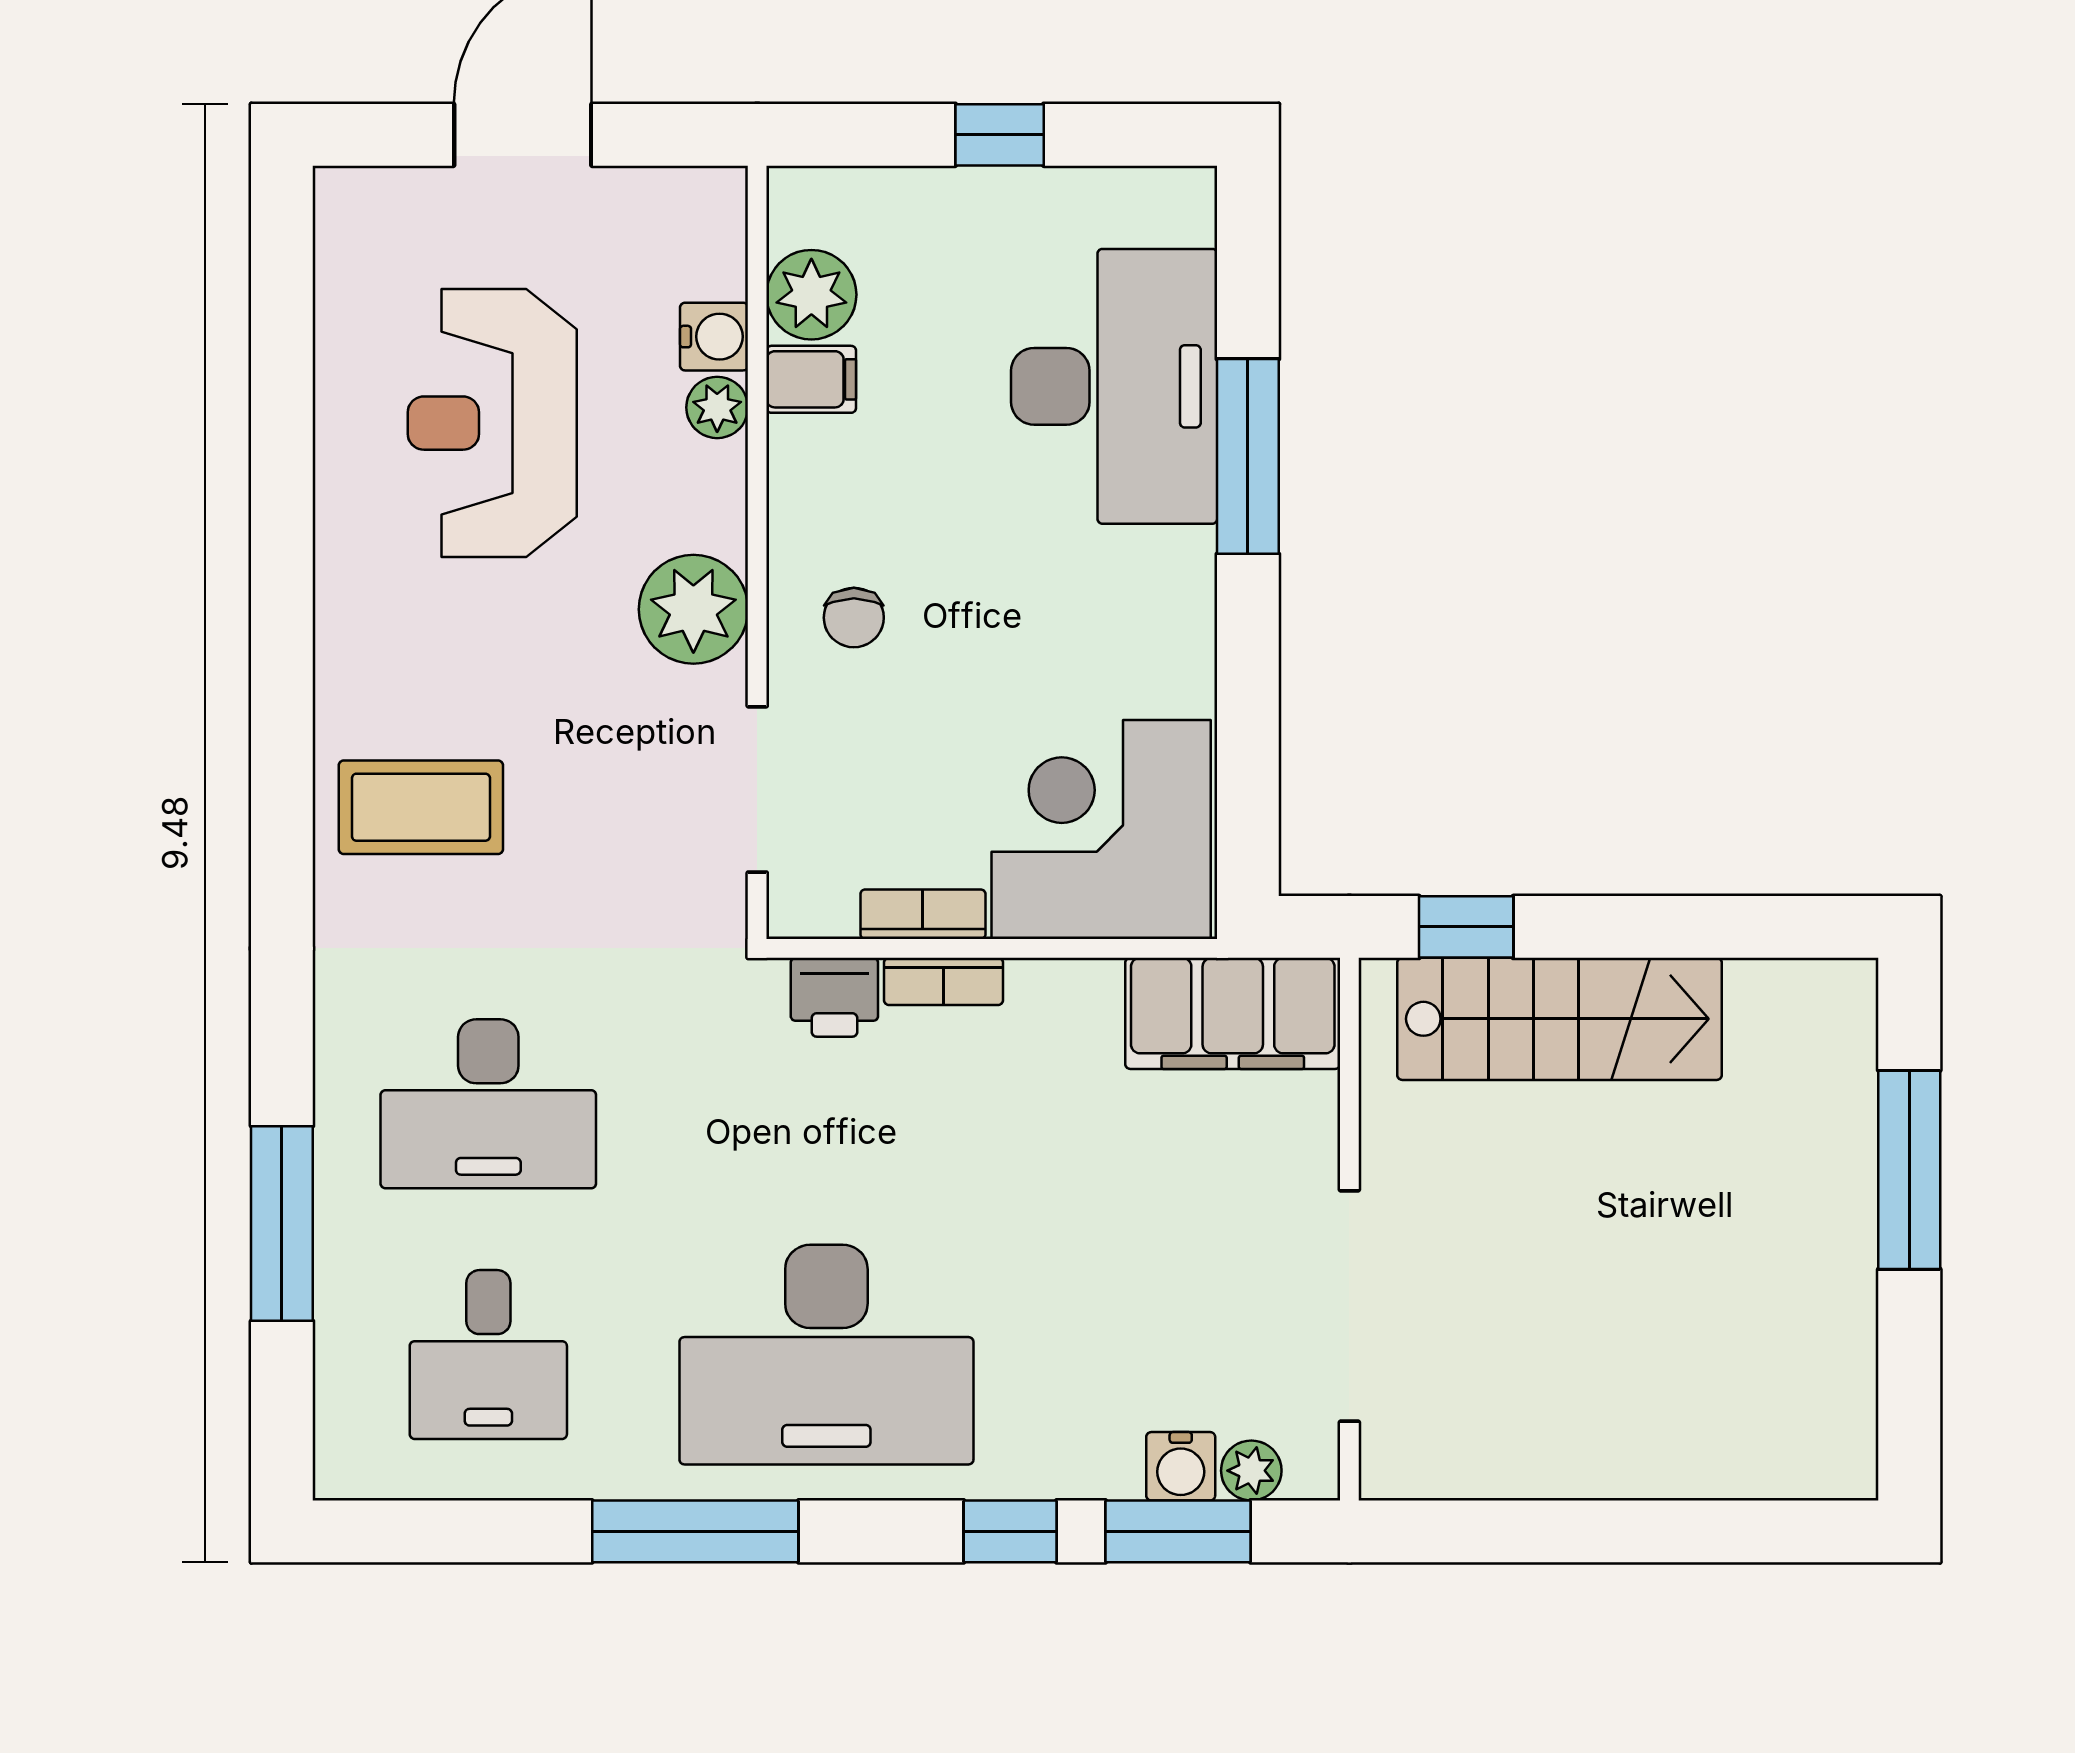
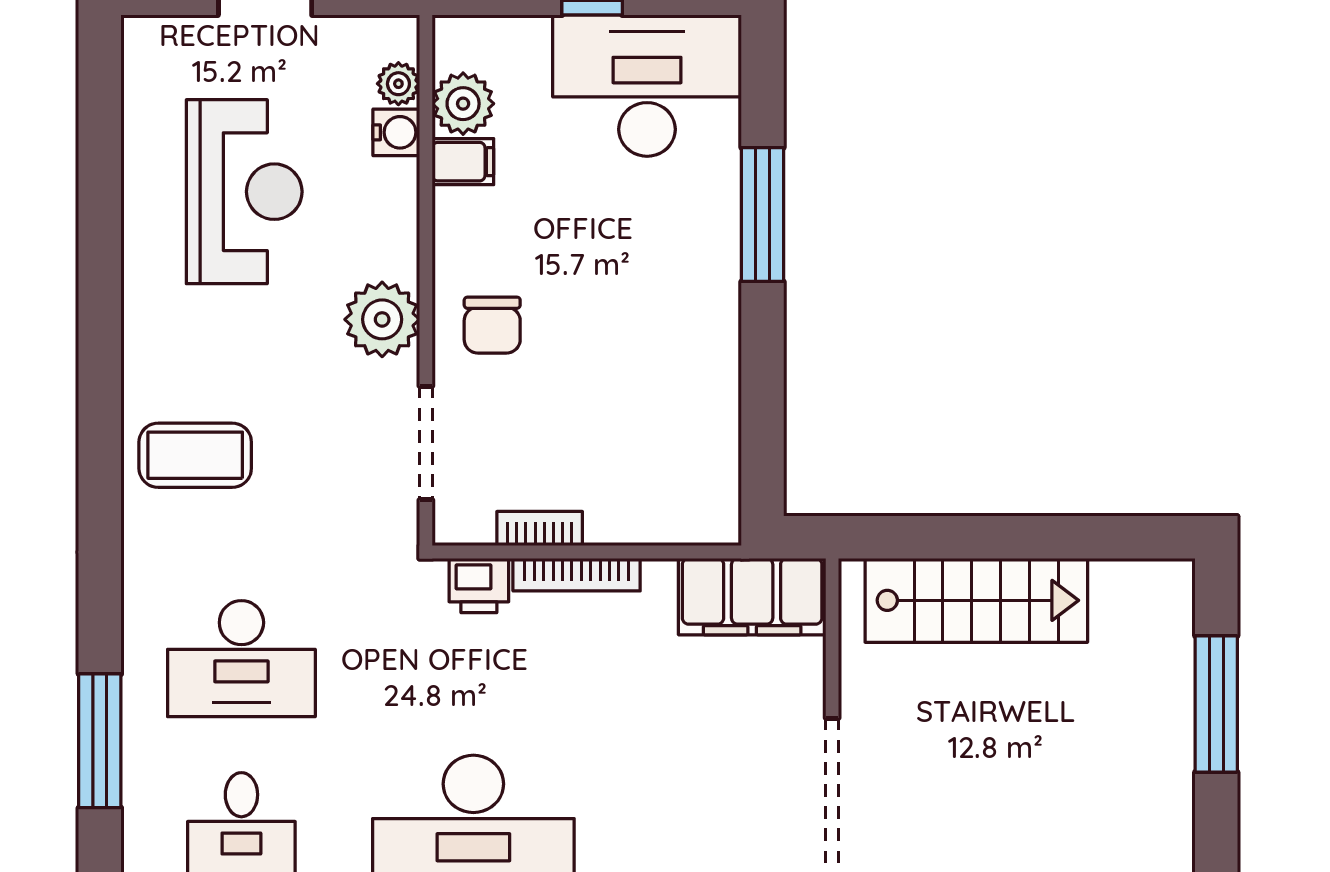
desk: (1114, 386) -> (647, 86), moved, turned -90
plant: (717, 407) -> (398, 84), moved
reception desk: (492, 423) -> (244, 192), turned 180
chair: (854, 618) -> (492, 325), width x1.37, depth x1.37
corner desk: (1101, 830) -> (662, 471), removed
window: (1466, 927) -> (912, 537), removed
bookcase: (943, 981) -> (577, 575), width x1.56

